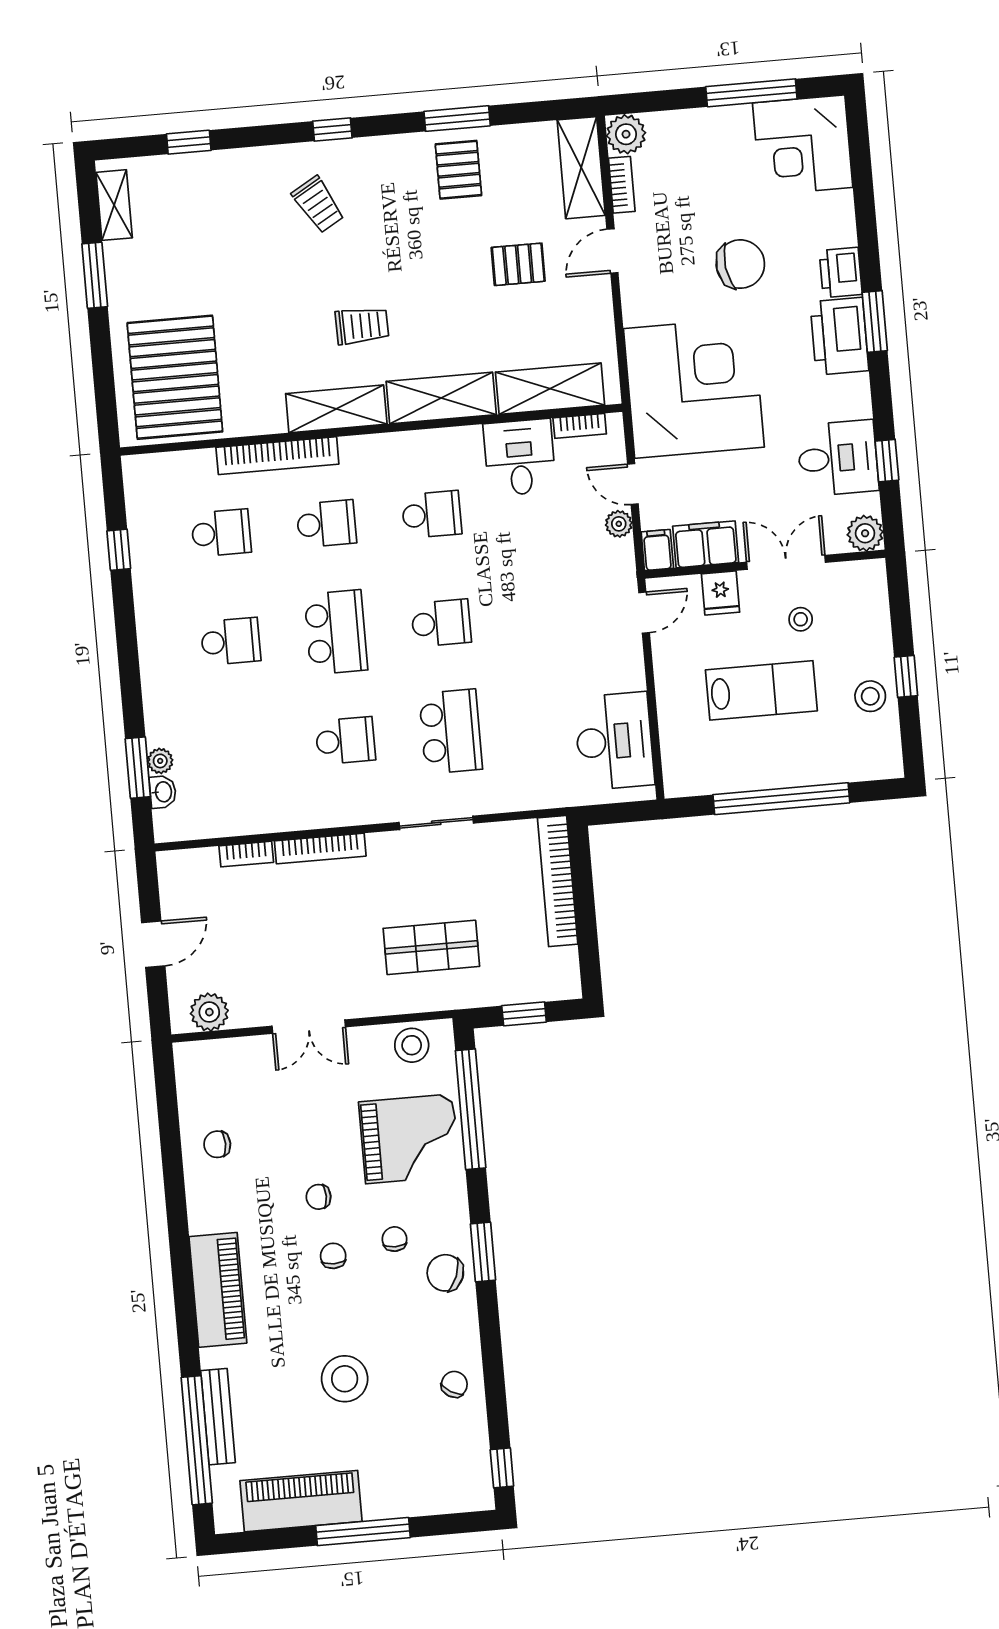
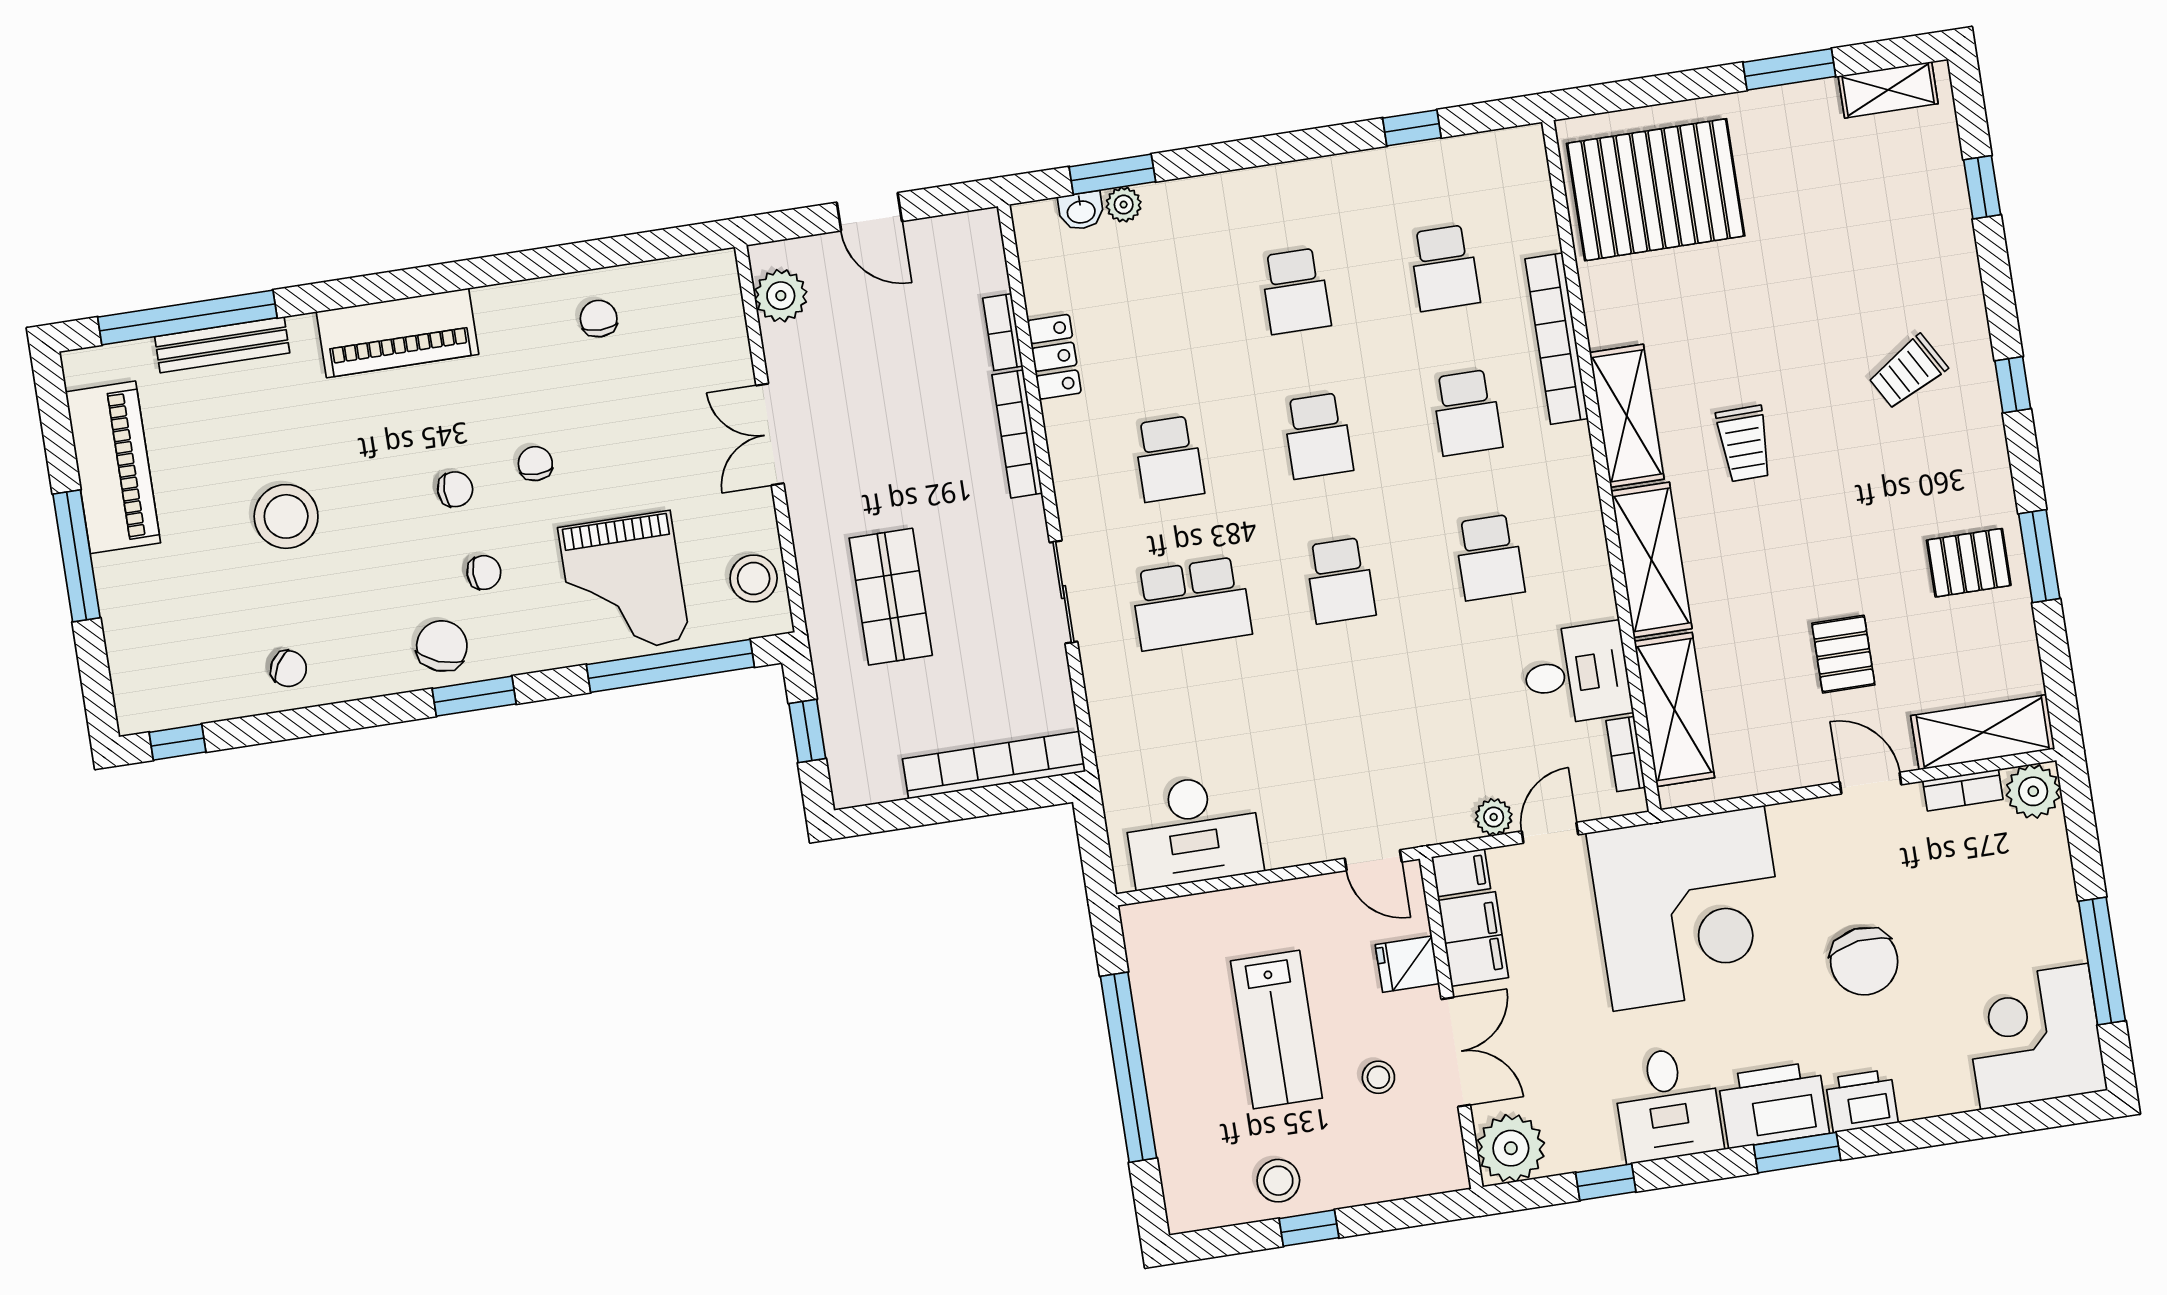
desk: (838, 458) -> (1668, 1104), moved
plant: (865, 533) -> (1511, 1148), width x1.36, depth x1.36
school desk: (336, 632) -> (1318, 436), width x0.54
locker: (266, 818) -> (1054, 357), added

